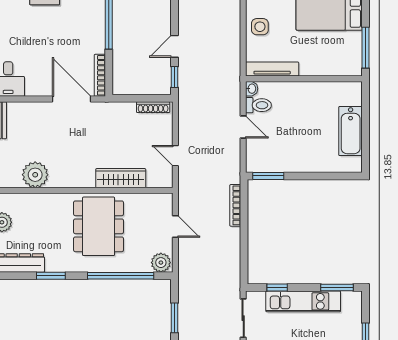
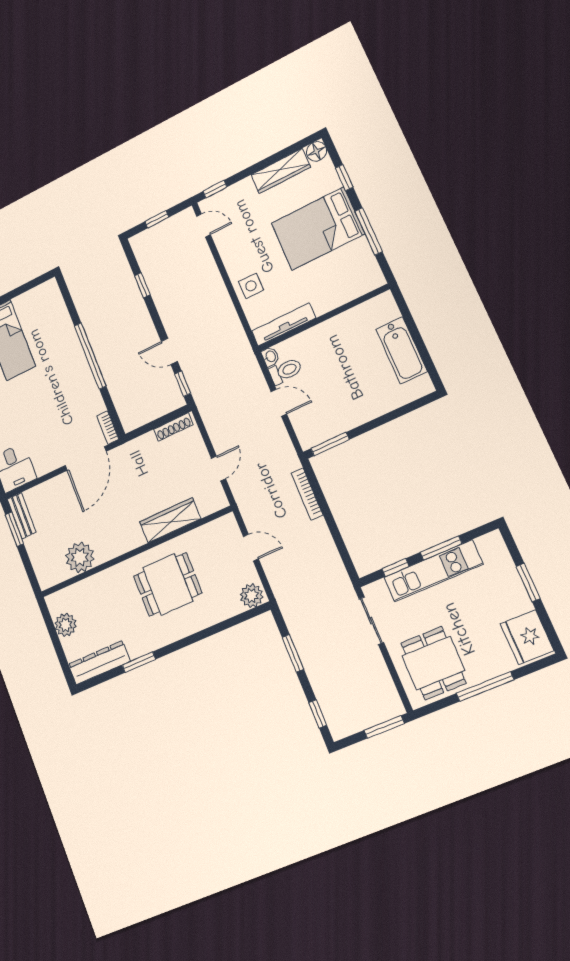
door: (175, 46) -> (169, 351), hinge flipped
window: (366, 48) -> (369, 231), moved
bookcase: (100, 75) -> (108, 428), width x0.64
door: (72, 99) -> (86, 458), swing flipped
door: (175, 156) -> (218, 468), swing flipped
dining table: (99, 226) -> (168, 584), width x0.73
window: (121, 276) -> (213, 630), removed
window: (337, 288) -> (441, 548), moved

